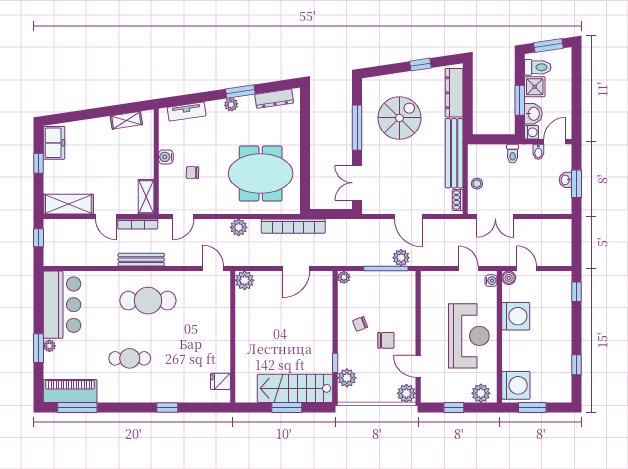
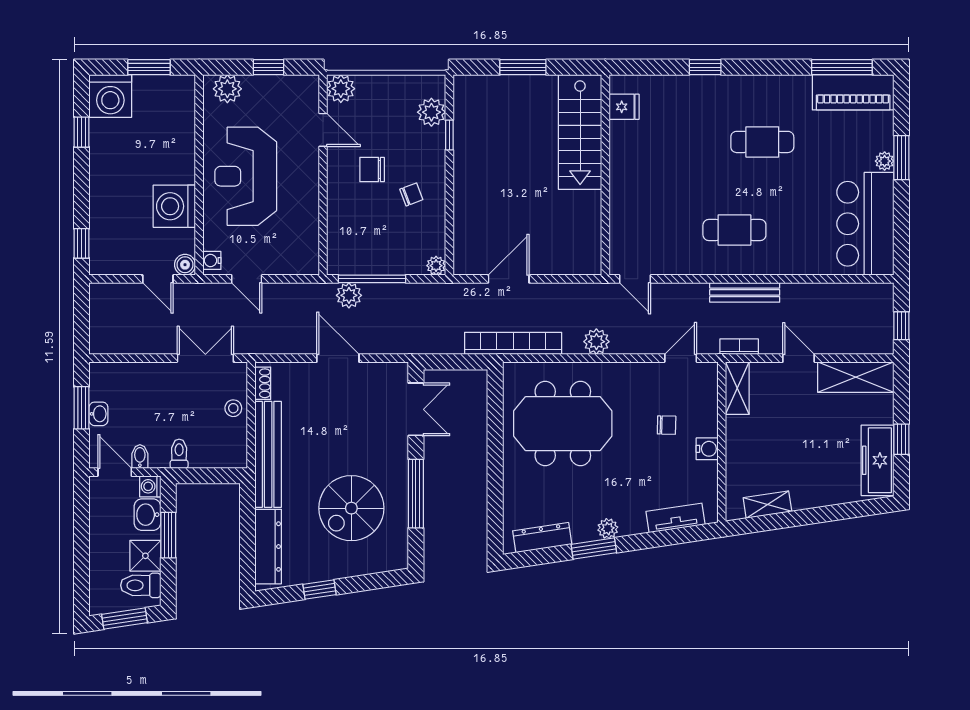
door: (555, 142) -> (115, 472), swing flipped
freezer: (54, 143) -> (878, 460), width x1.40
bookcase: (138, 224) -> (739, 347), width x0.64
plant: (245, 280) -> (587, 261), removed
cafe table: (148, 301) -> (734, 230), width x0.73, depth x0.74
washing machine: (516, 385) -> (110, 96), moved, turned -90
stairs: (295, 388) -> (580, 132), moved, turned 90

